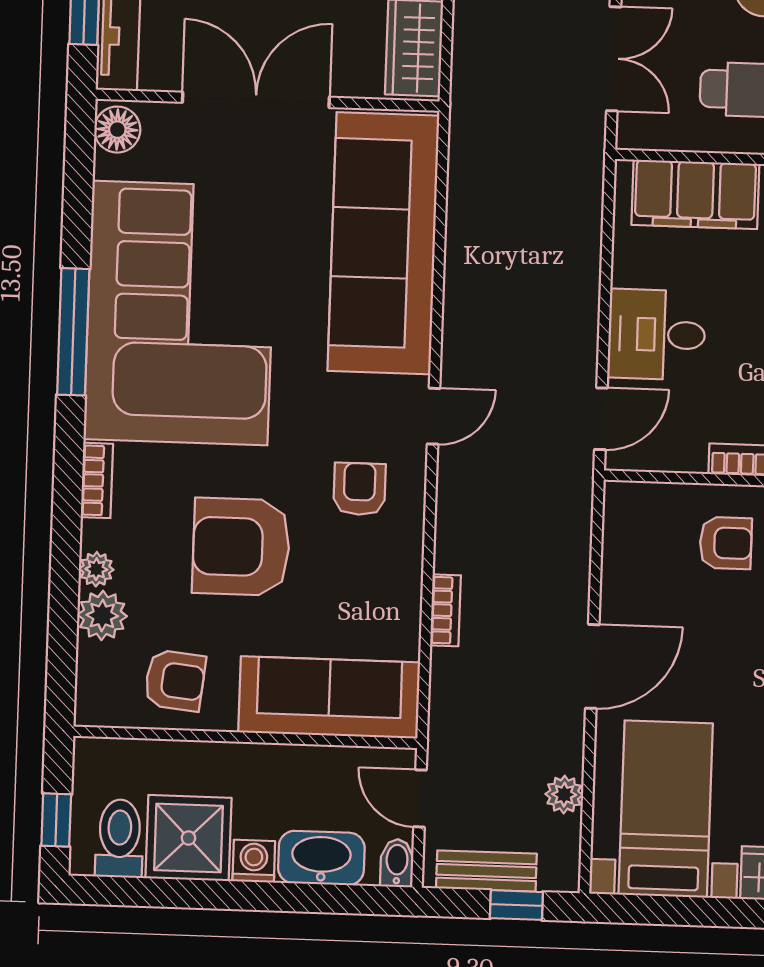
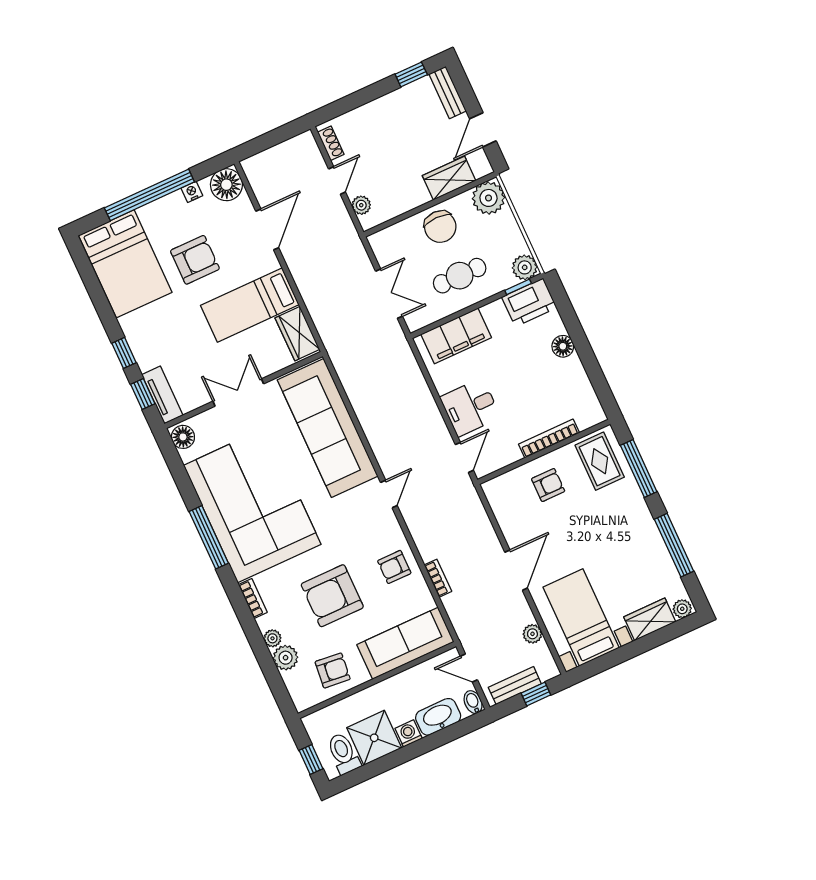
double door: (256, 100) -> (238, 392), width x0.73
armchair: (359, 489) -> (394, 567), moved, turned -90

